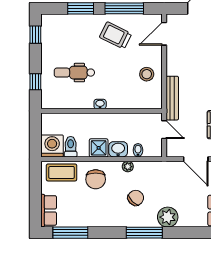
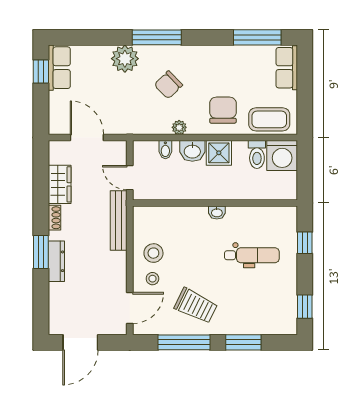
stool: (147, 55) -> (152, 279), added

